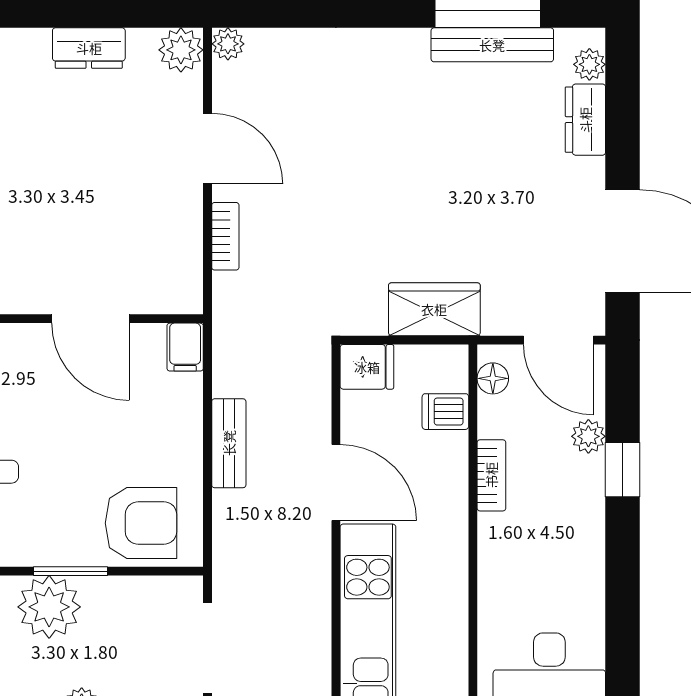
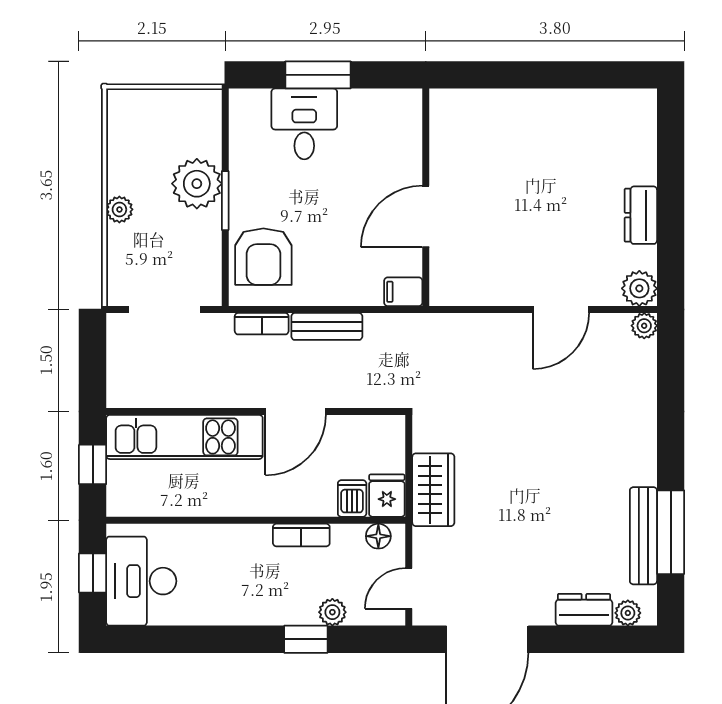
bookcase: (225, 236) -> (262, 324), moved
door: (559, 340) -> (409, 588), width x0.73
fridge: (367, 367) -> (387, 496), moved, turned 180

